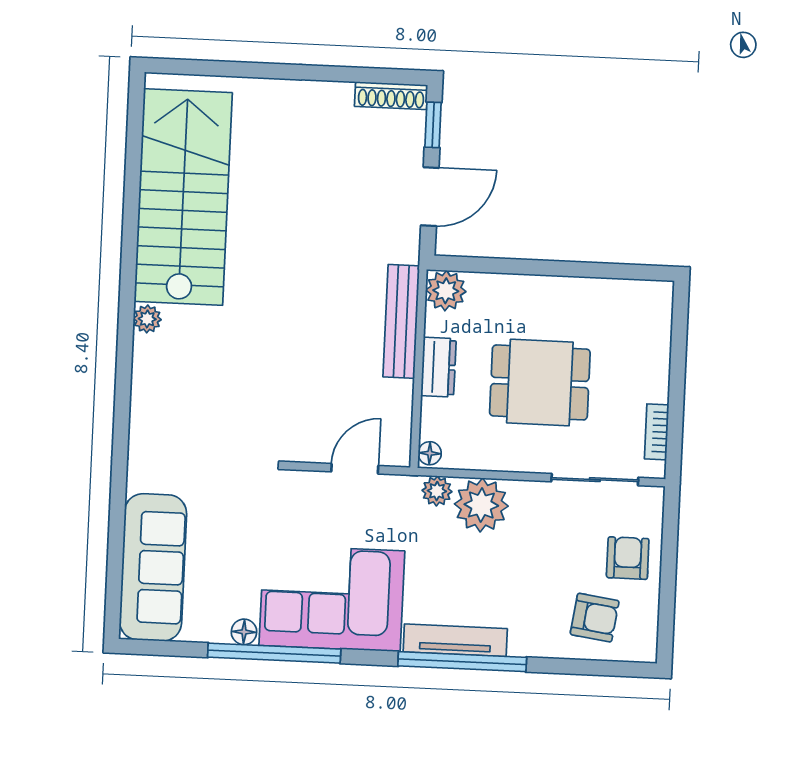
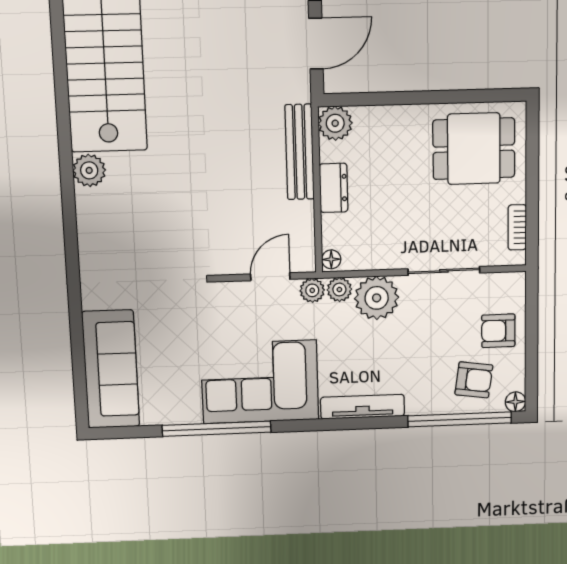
plant: (147, 319) -> (89, 170), width x1.38, depth x1.38
dining table: (540, 382) -> (474, 149), moved
sliding door: (595, 480) -> (444, 271), moved
plant: (404, 489) -> (312, 290), added
armchair: (628, 558) -> (498, 331), turned -90
floor lamp: (244, 632) -> (515, 402), moved
window: (462, 662) -> (460, 419), moved

